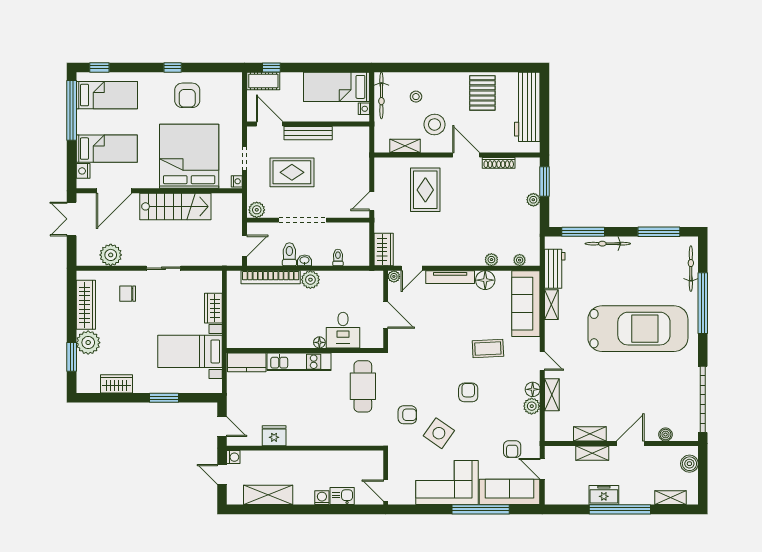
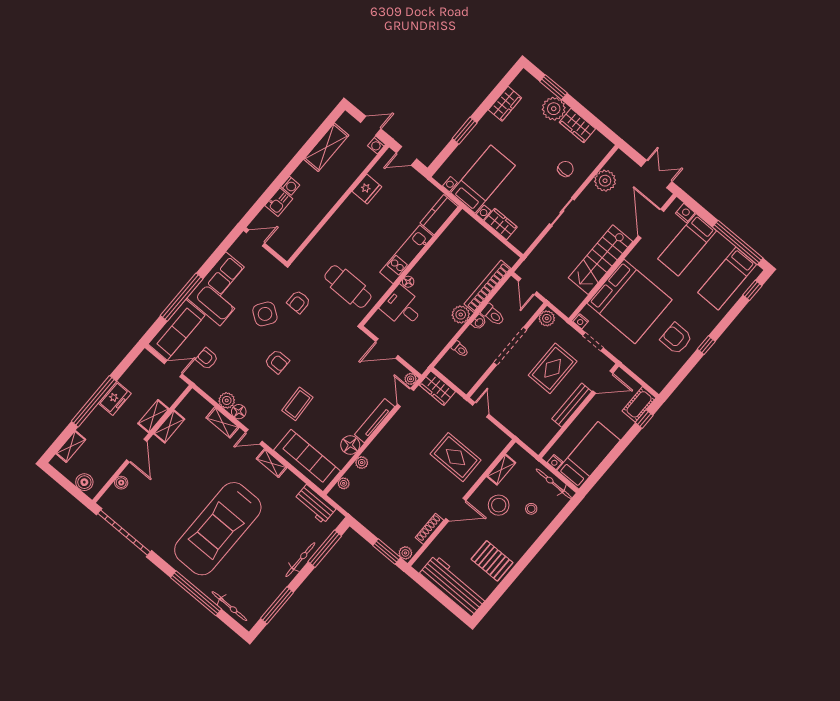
plant: (533, 200) -> (405, 553), moved
wardrobe: (86, 305) -> (577, 125), width x0.67
shelving: (551, 305) -> (271, 463), moved

